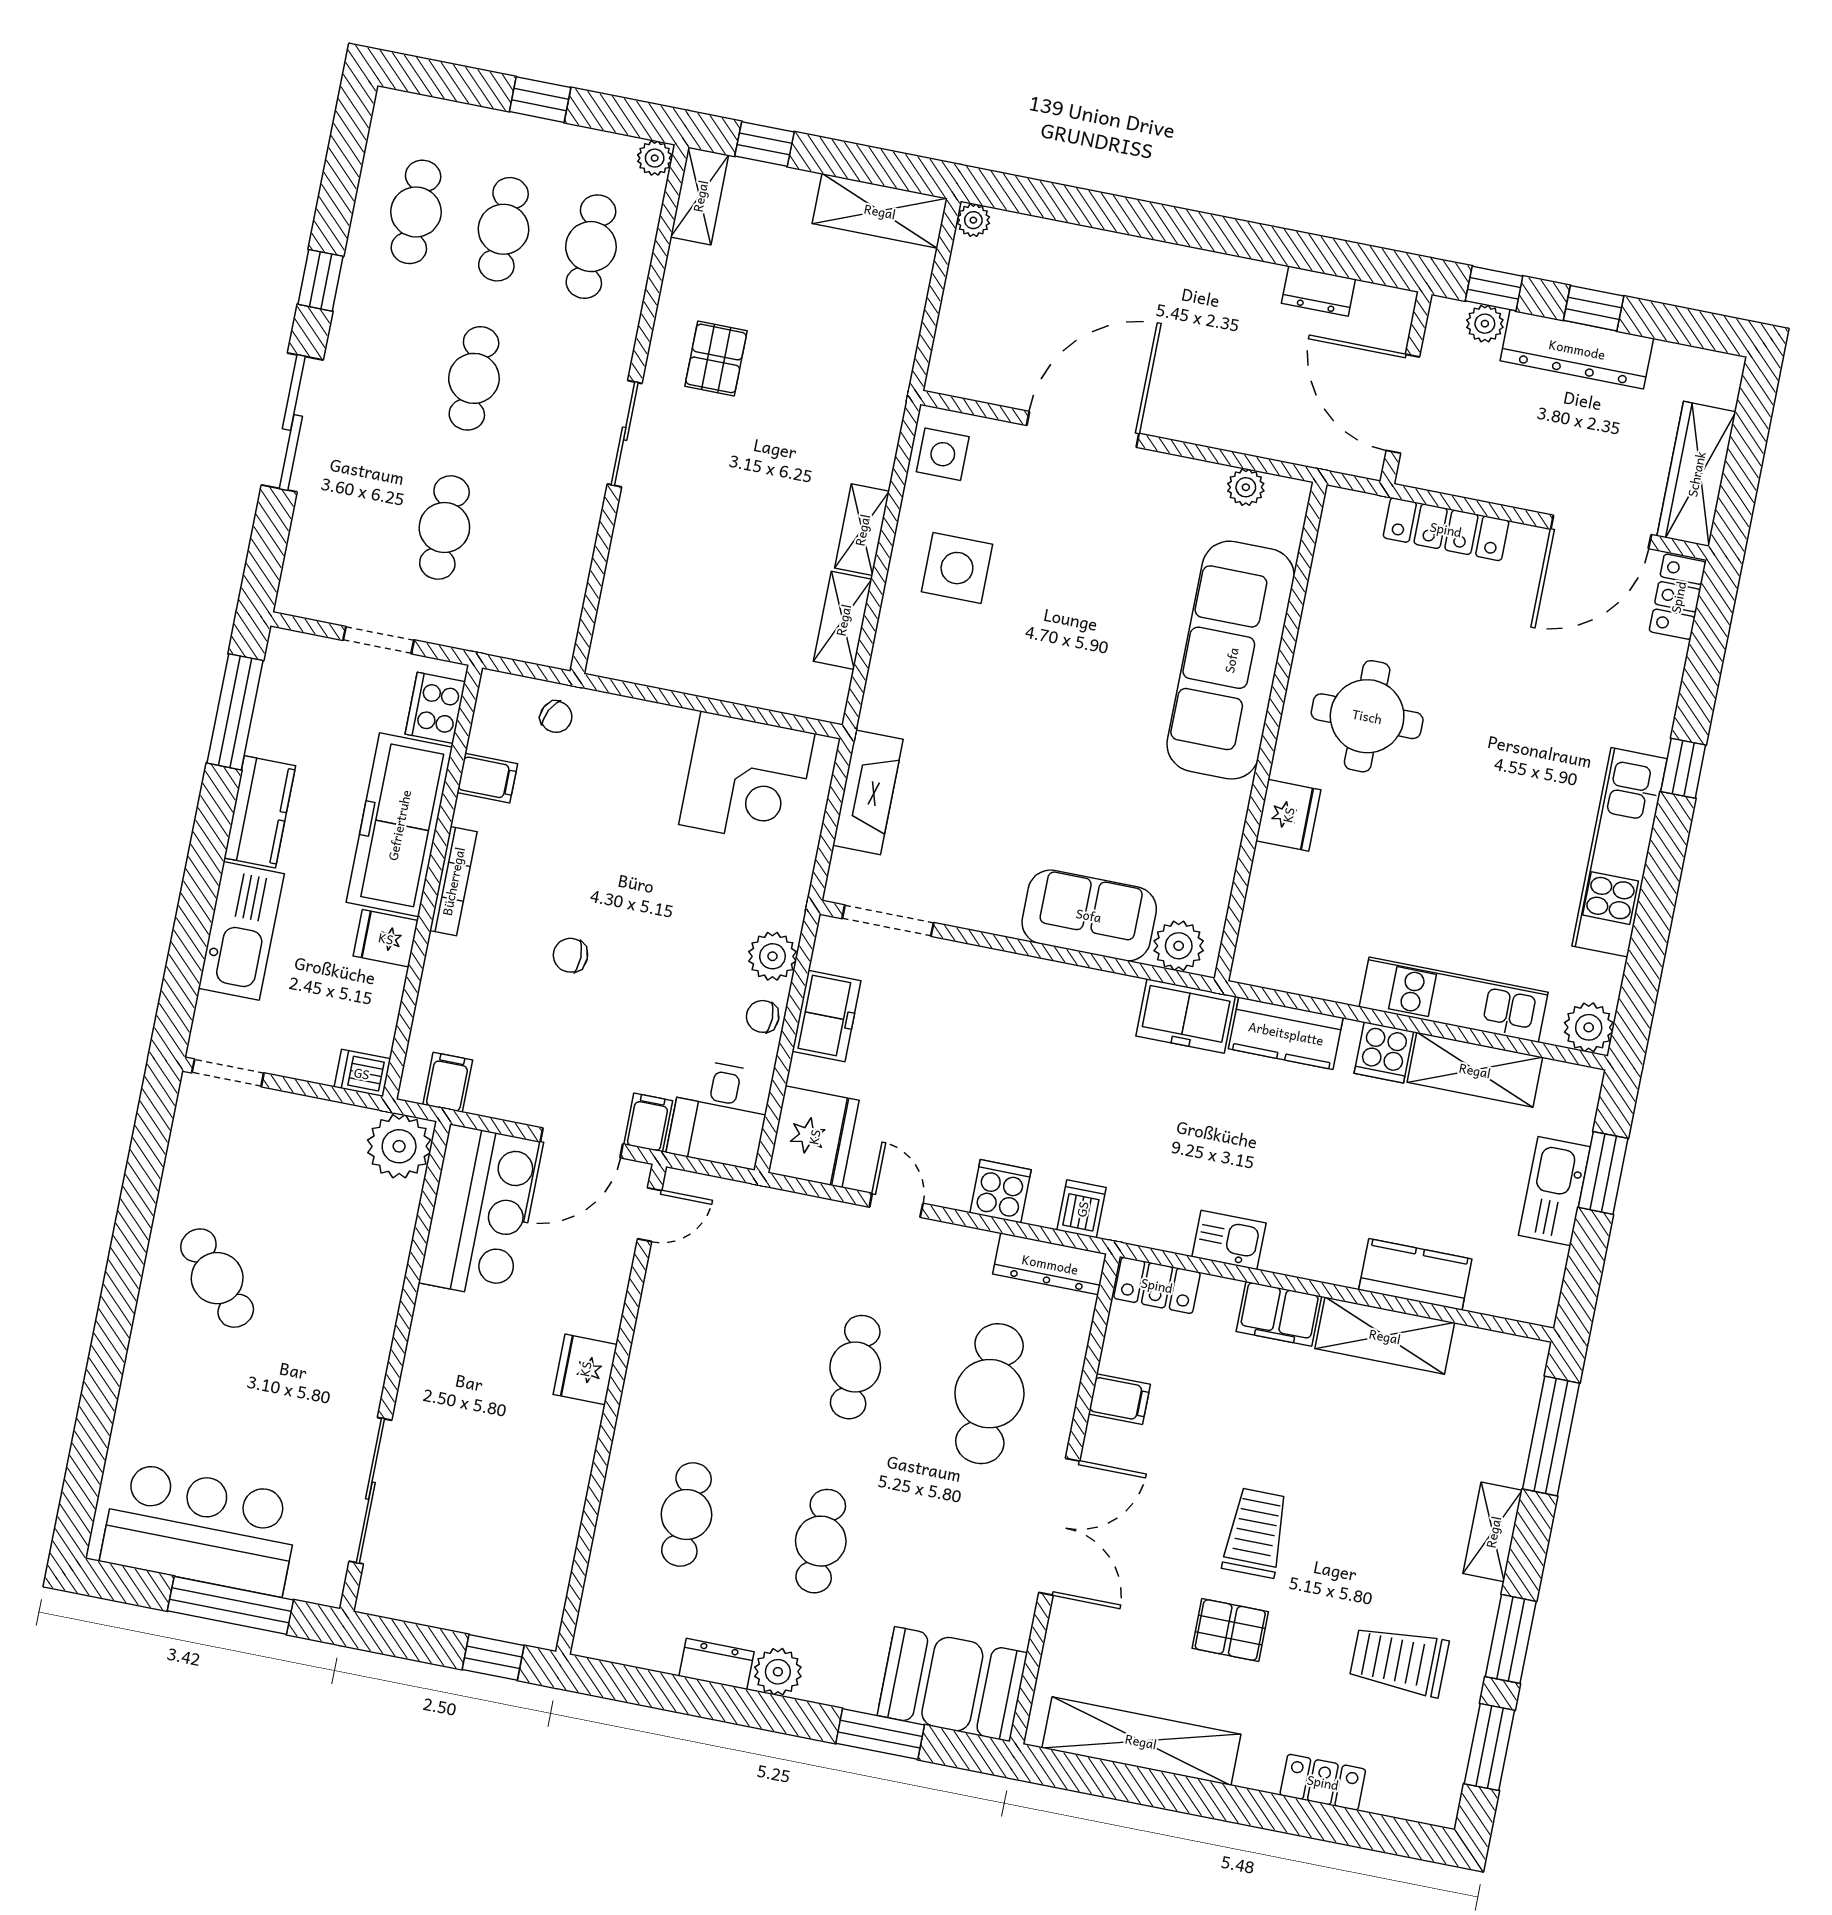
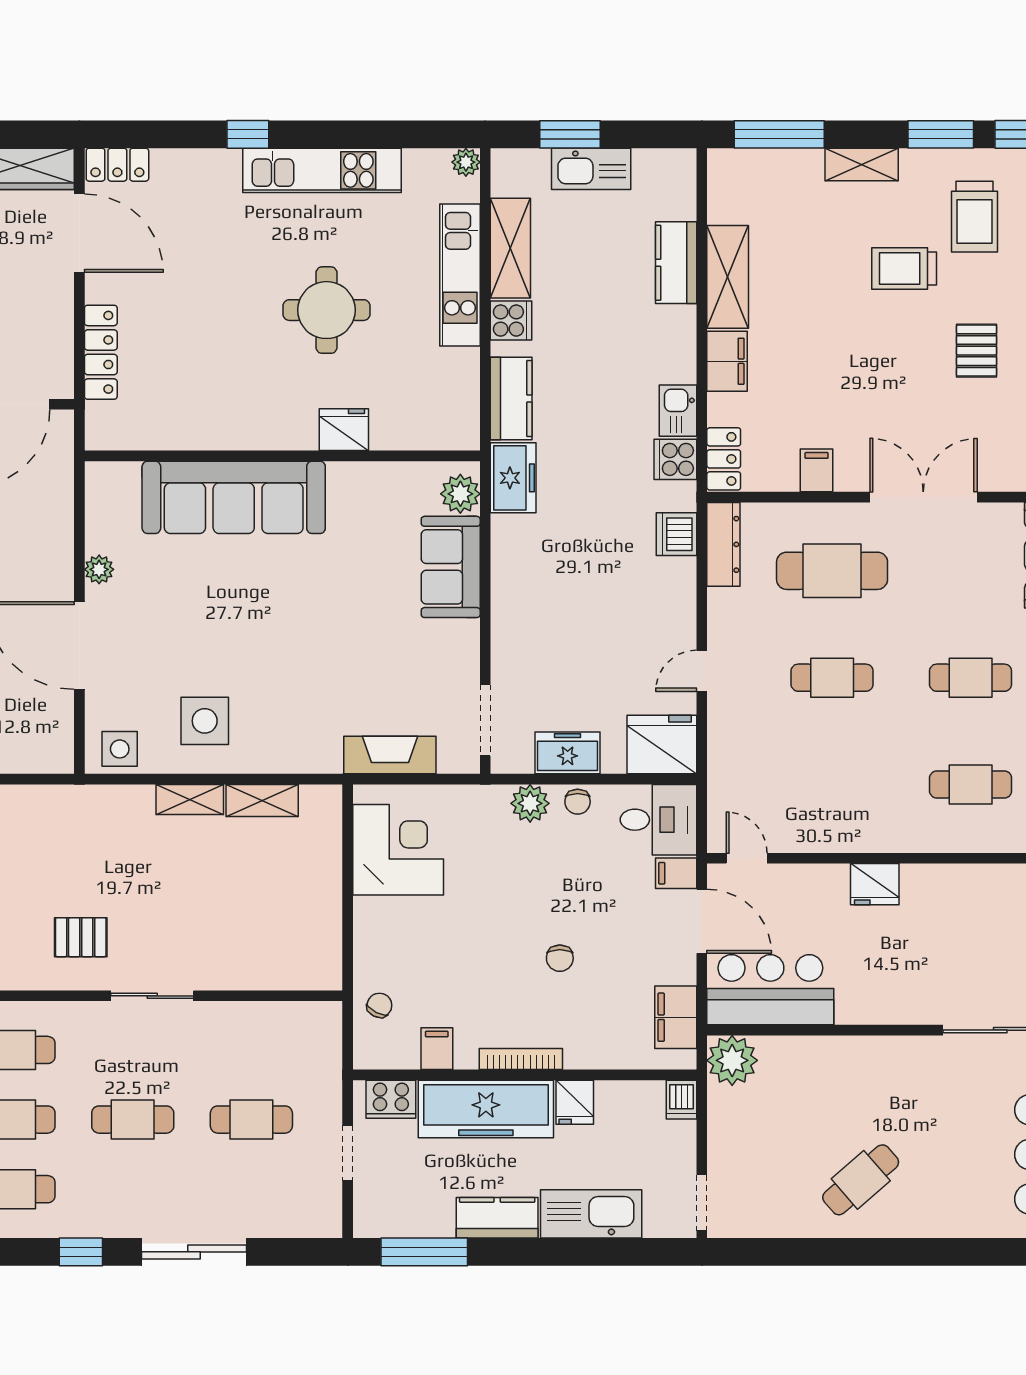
plant: (1246, 487) -> (99, 569), moved
round table: (1367, 716) -> (326, 310), moved
plant: (1589, 1027) -> (466, 162), width x0.73, depth x0.73
filing cabinet: (448, 1082) -> (676, 1017), width x2.00
cooker: (1001, 1191) -> (675, 459), moved
dishwasher: (1082, 1209) -> (677, 534), width x1.38
trolley: (1256, 1533) -> (904, 269), moved

